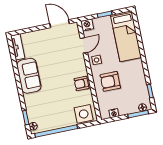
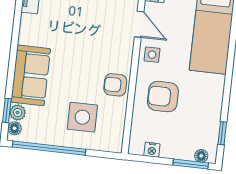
door: (84, 45) -> (139, 24), hinge flipped
sofa: (29, 76) -> (31, 75), moved
side table: (84, 114) -> (82, 117), moved
plant: (32, 117) -> (18, 113), added

